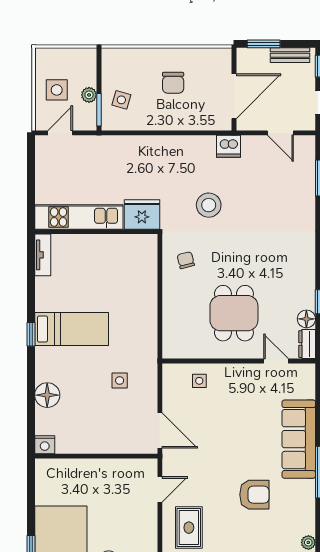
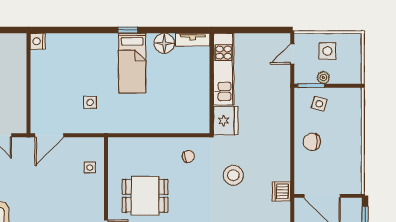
chair: (173, 83) -> (312, 142), moved
door: (60, 133) -> (292, 54), swing flipped
floor lamp: (47, 395) -> (164, 43), moved

